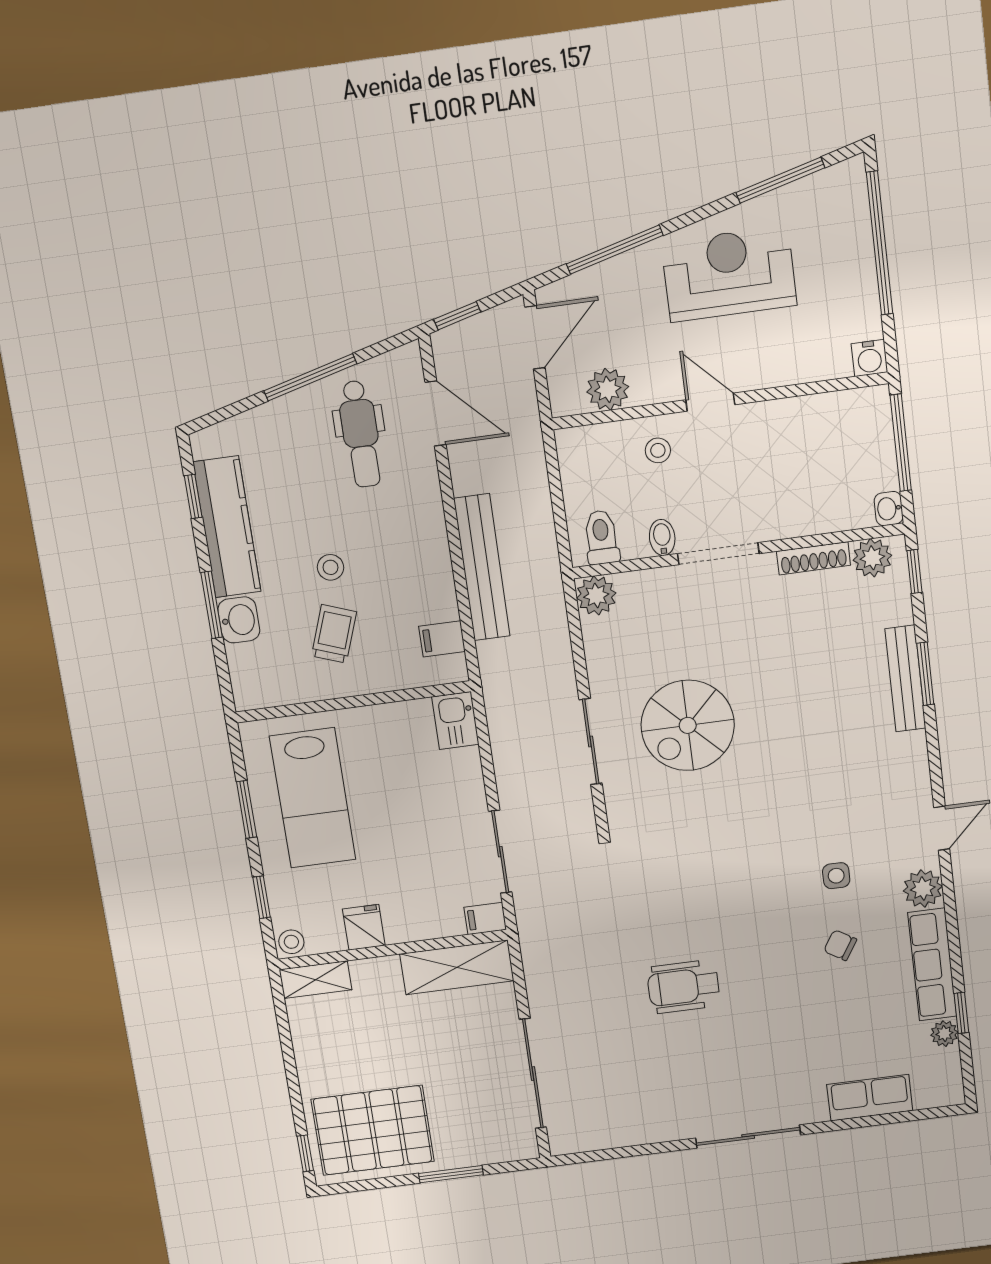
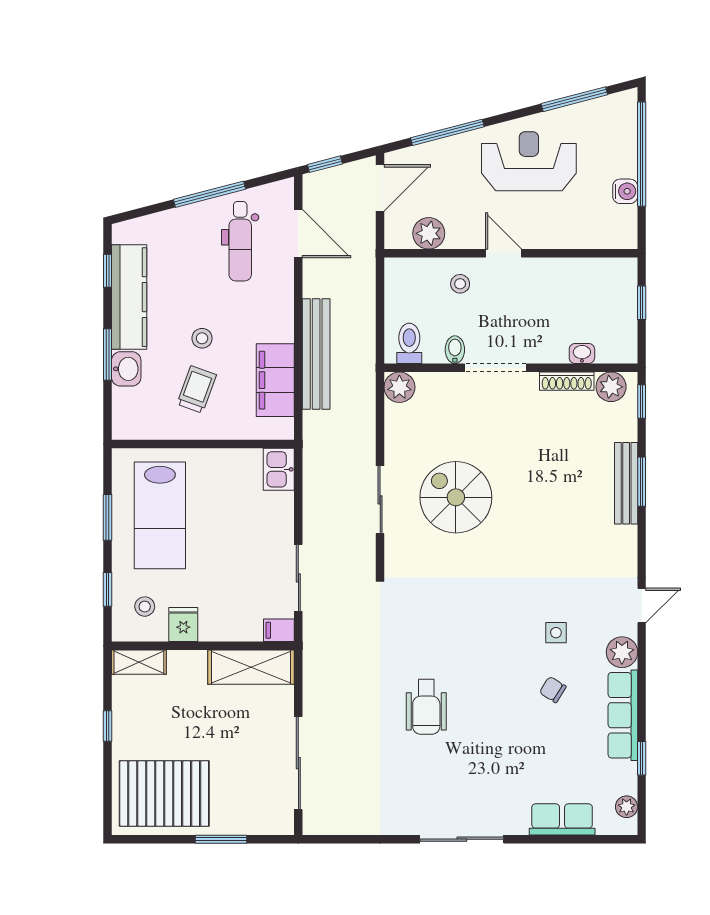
water cooler: (869, 358) -> (625, 191), moved, turned -90
window: (901, 443) -> (642, 303), width x0.46
washbasin: (889, 509) -> (582, 354), moved, turned 90
filing cabinet: (442, 639) -> (275, 380), width x3.00, depth x1.17
spiral stairs: (688, 725) -> (456, 497), turned 90
stool: (291, 942) -> (145, 607), moved
wheelchair: (684, 987) -> (426, 707), turned -90
plant: (944, 1034) -> (627, 807), moved
window: (305, 1153) -> (108, 726), moved

